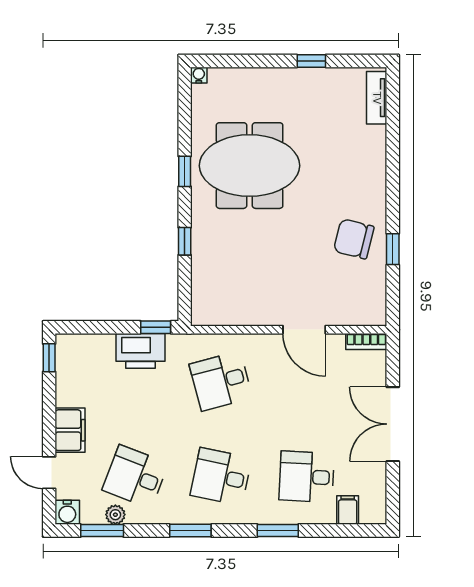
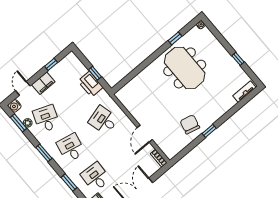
window: (185, 171) -> (175, 38), moved
window: (185, 241) -> (140, 68), removed
window: (393, 249) -> (209, 131), moved
window: (156, 327) -> (95, 73), moved
window: (49, 358) -> (51, 64), moved

